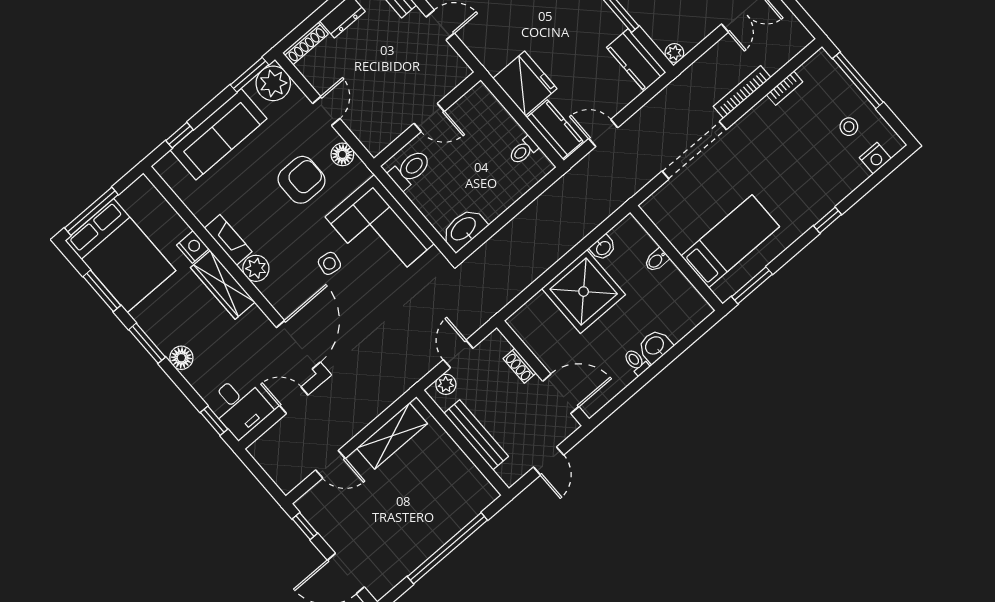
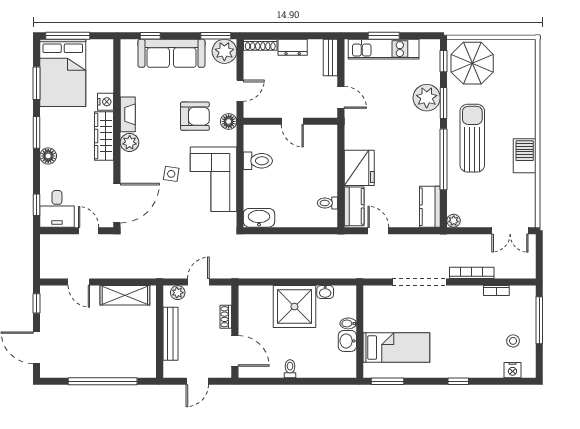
door: (429, 117) -> (292, 121), moved
wall: (427, 119) -> (290, 121), moved
washbasin: (655, 346) -> (347, 341), moved, turned -90

